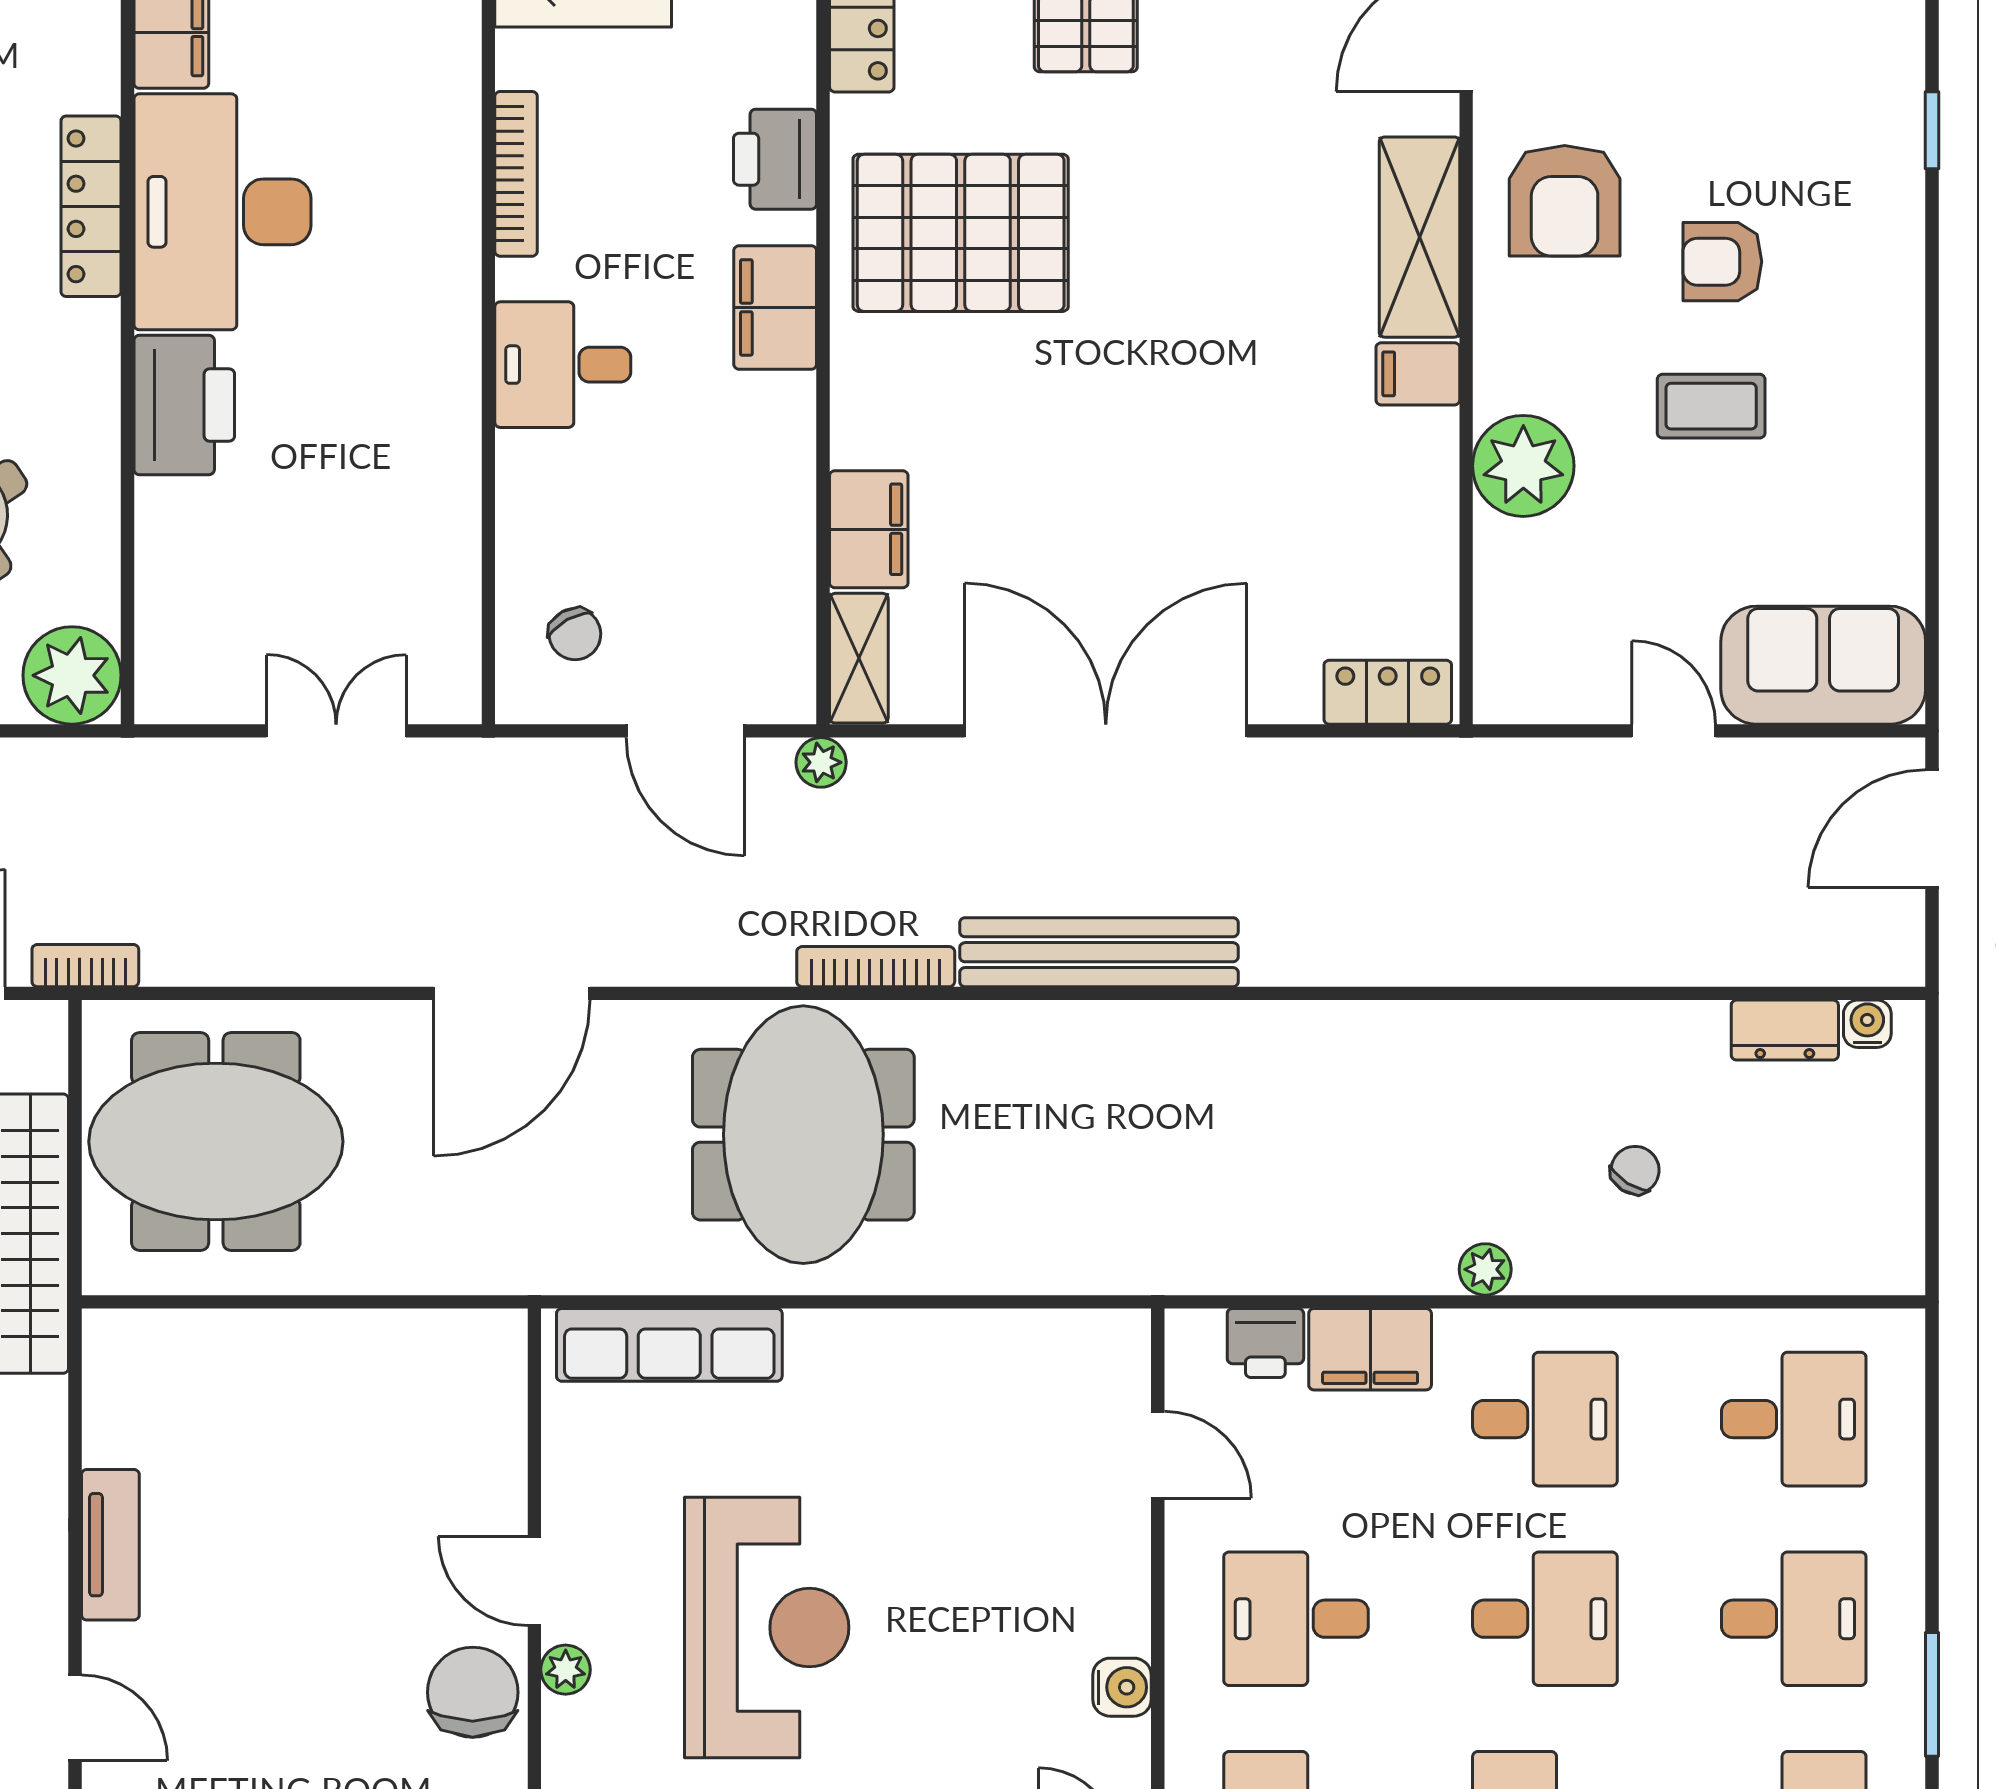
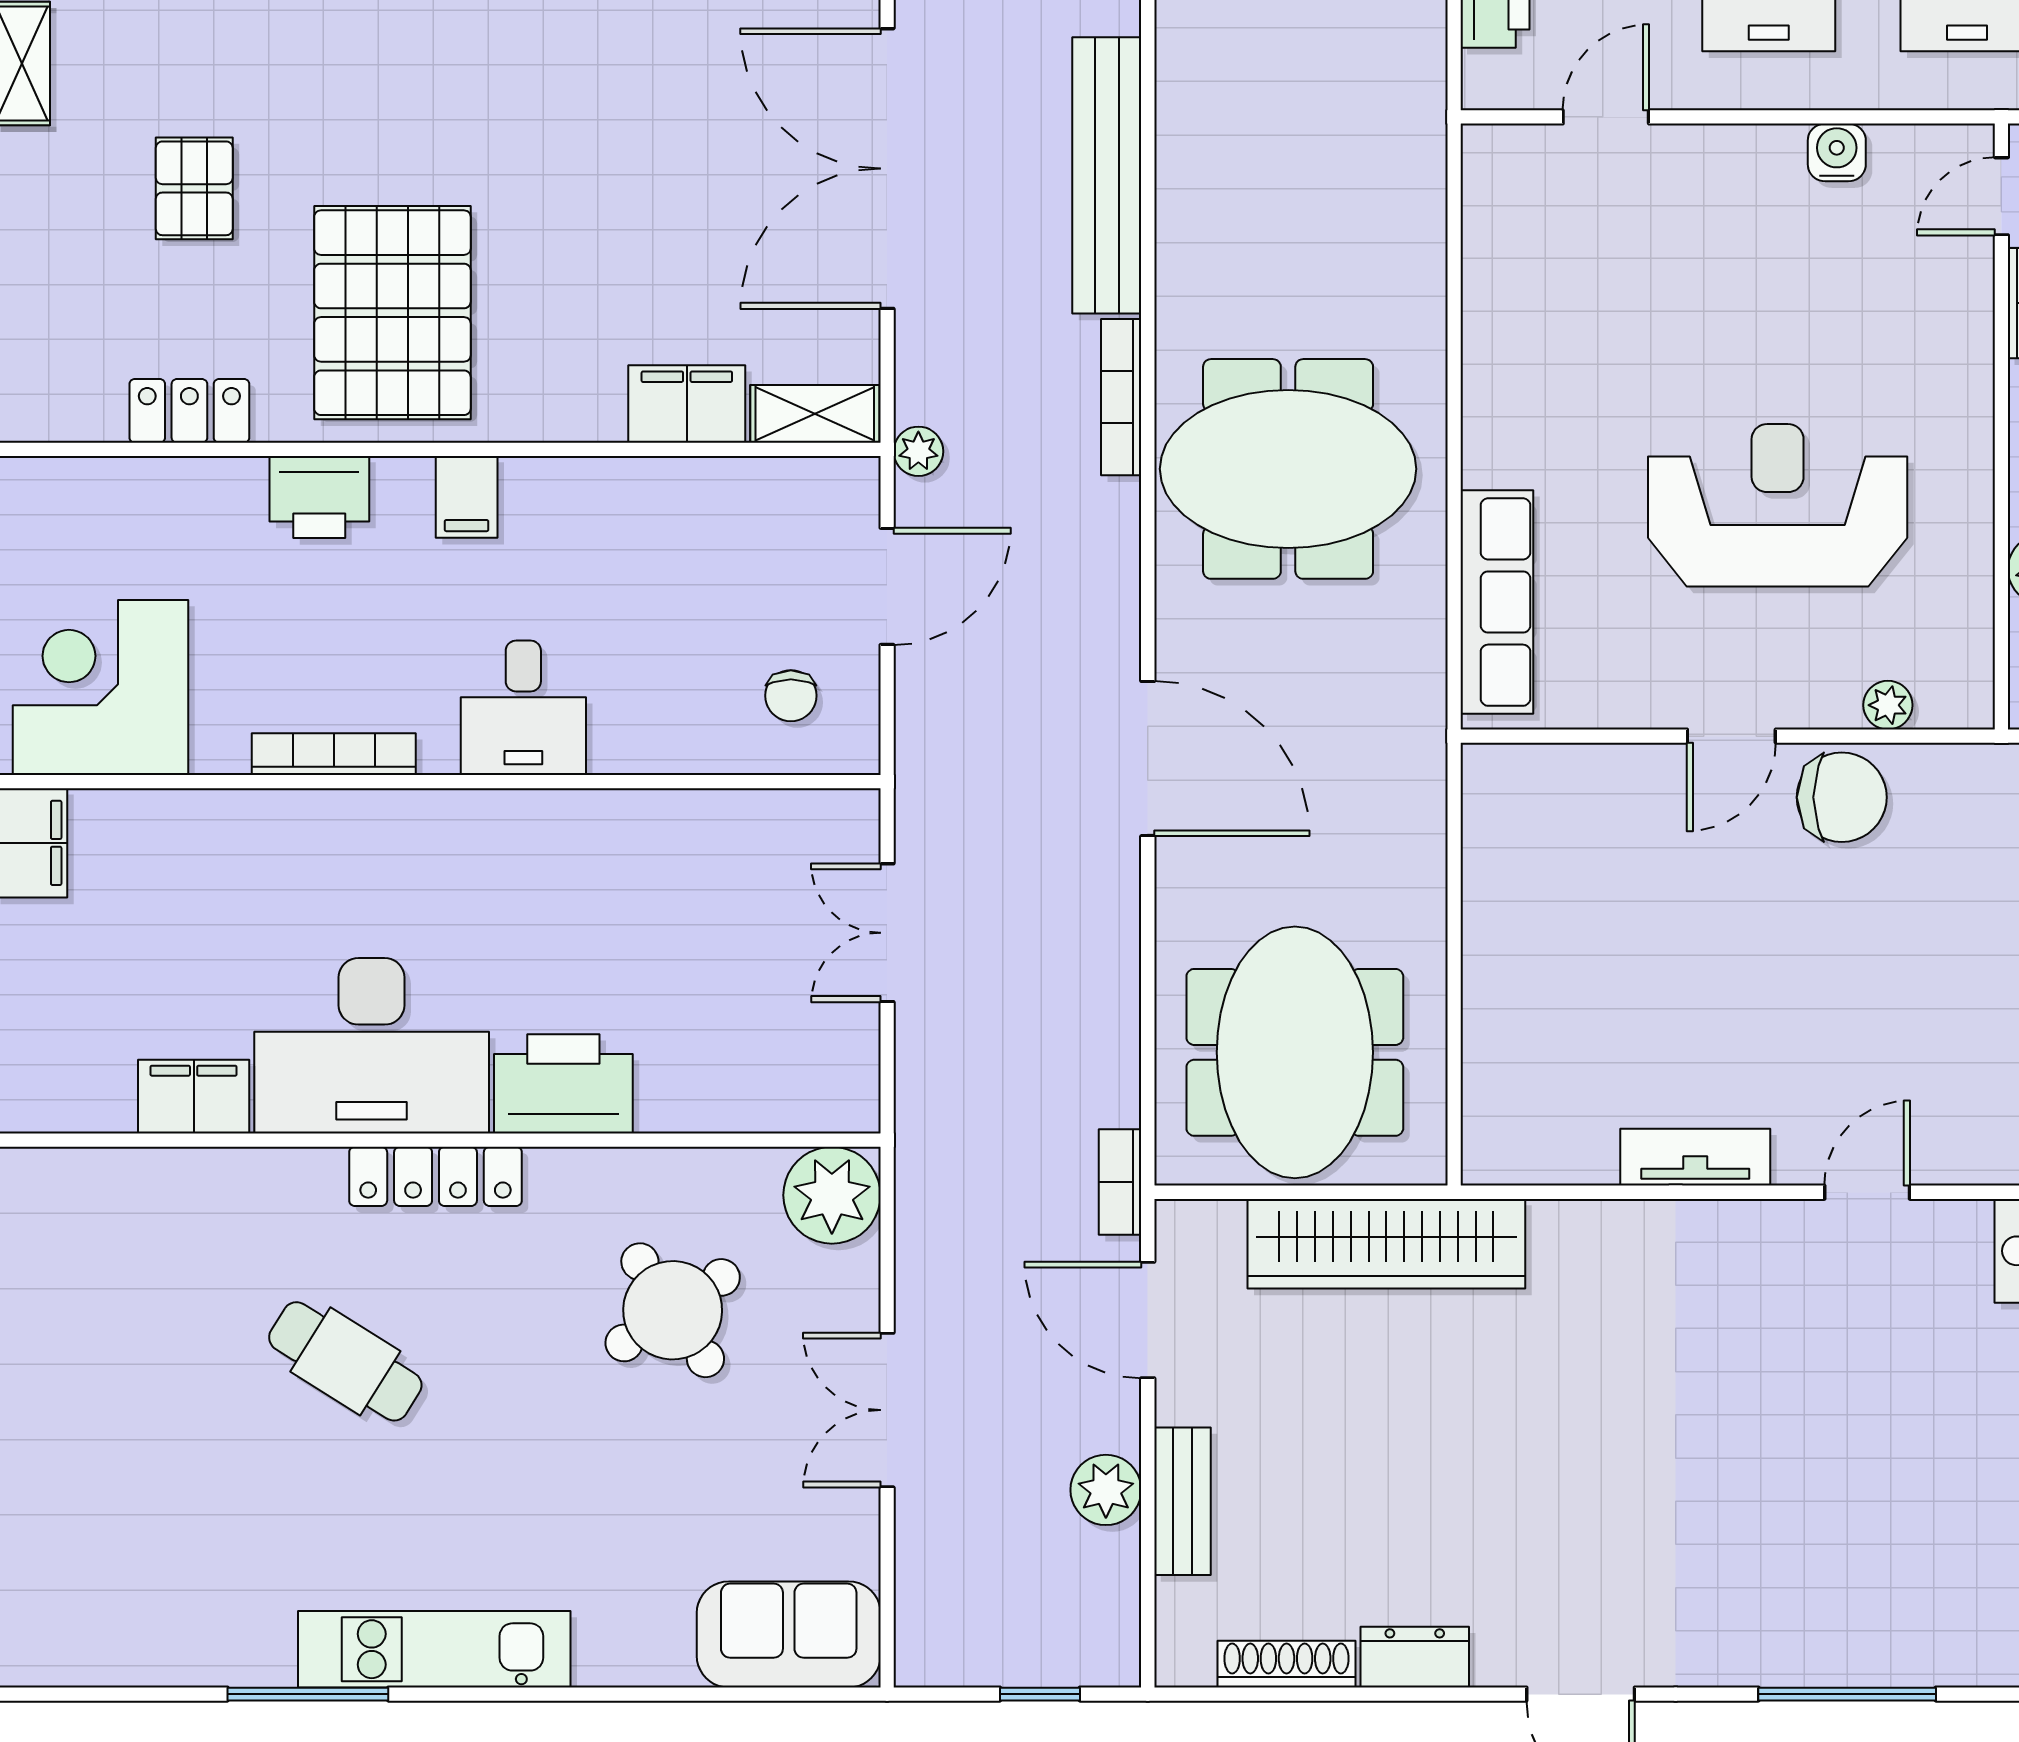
locker: (91, 206) -> (435, 1176), moved
filing cabinet: (775, 307) -> (467, 497), width x0.50
chair: (575, 634) -> (791, 696), turned 119
plant: (566, 1670) -> (1888, 705), moved
chair: (473, 1692) -> (1842, 797), turned 180

